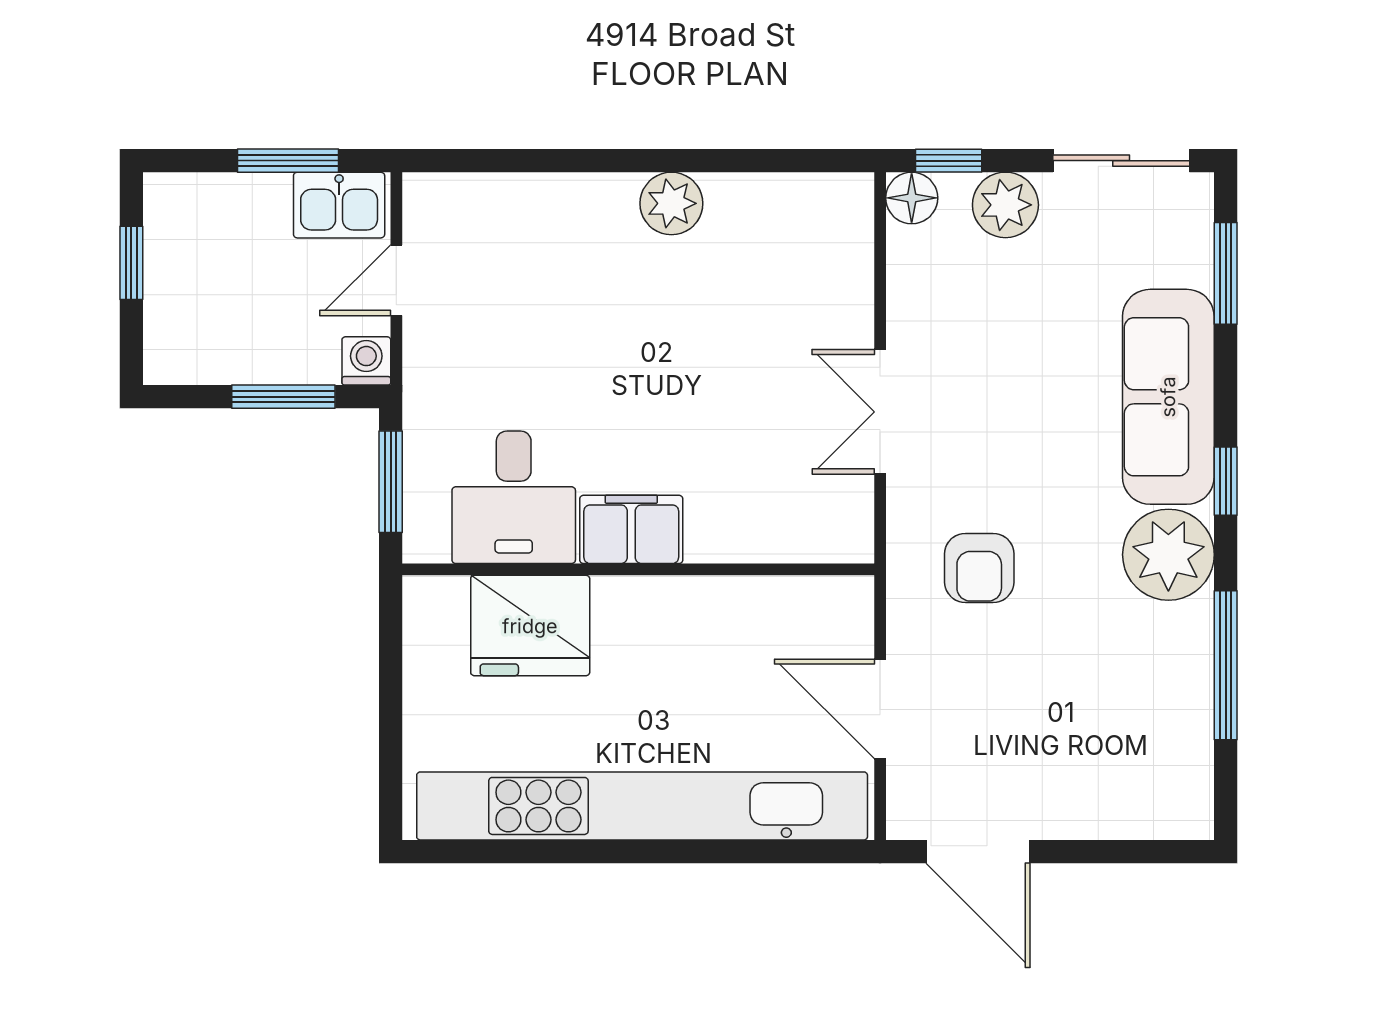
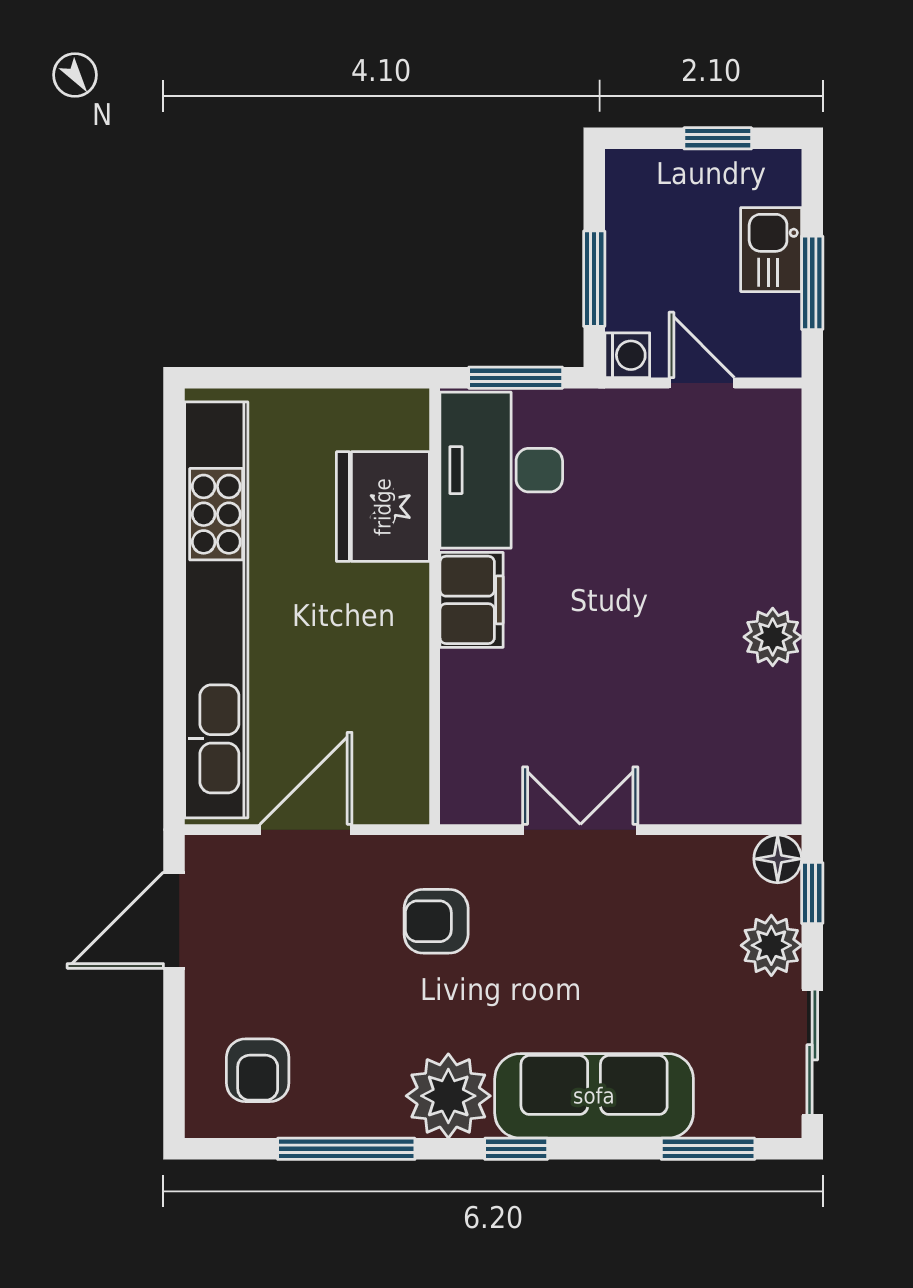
kitchen sink: (339, 205) -> (771, 250), moved
desk: (514, 497) -> (501, 470), width x1.37
armchair: (1141, 761) -> (258, 1070), added

